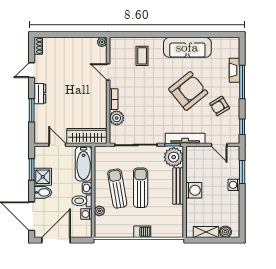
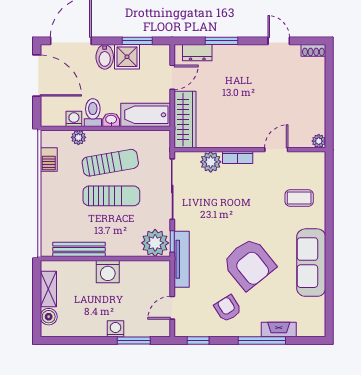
dresser: (40, 94) -> (197, 53), moved
bench: (178, 186) -> (79, 249), moved
barbecue: (142, 232) -> (49, 159), moved

